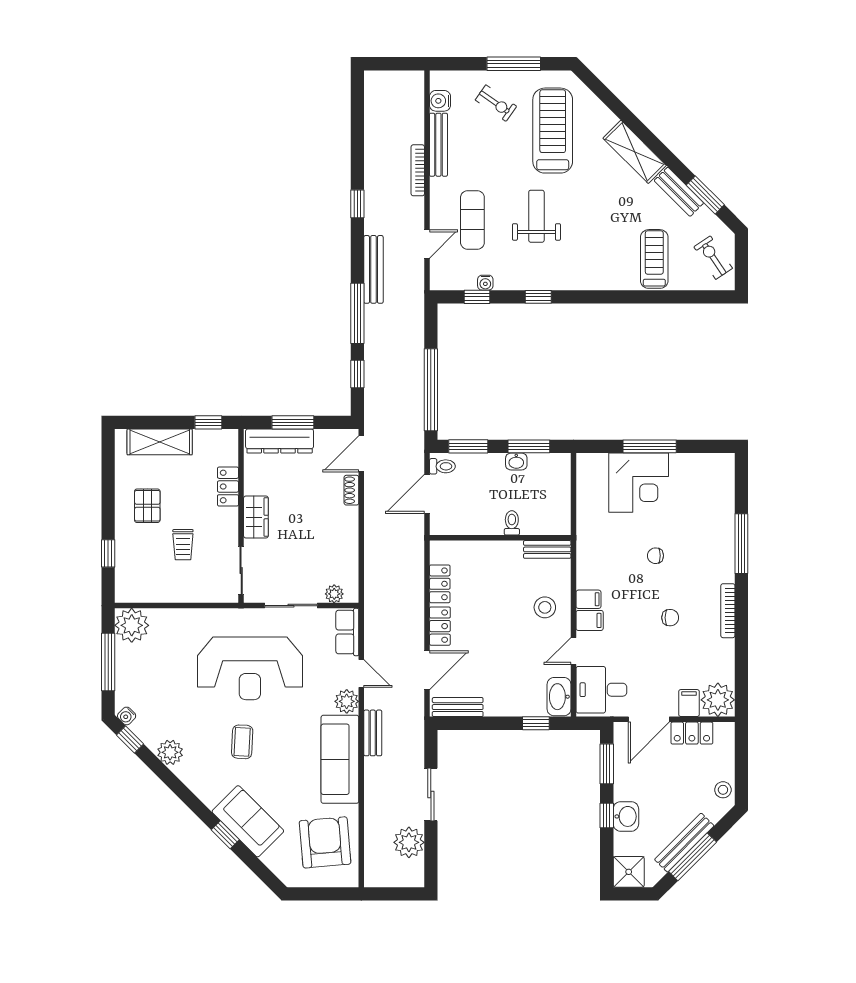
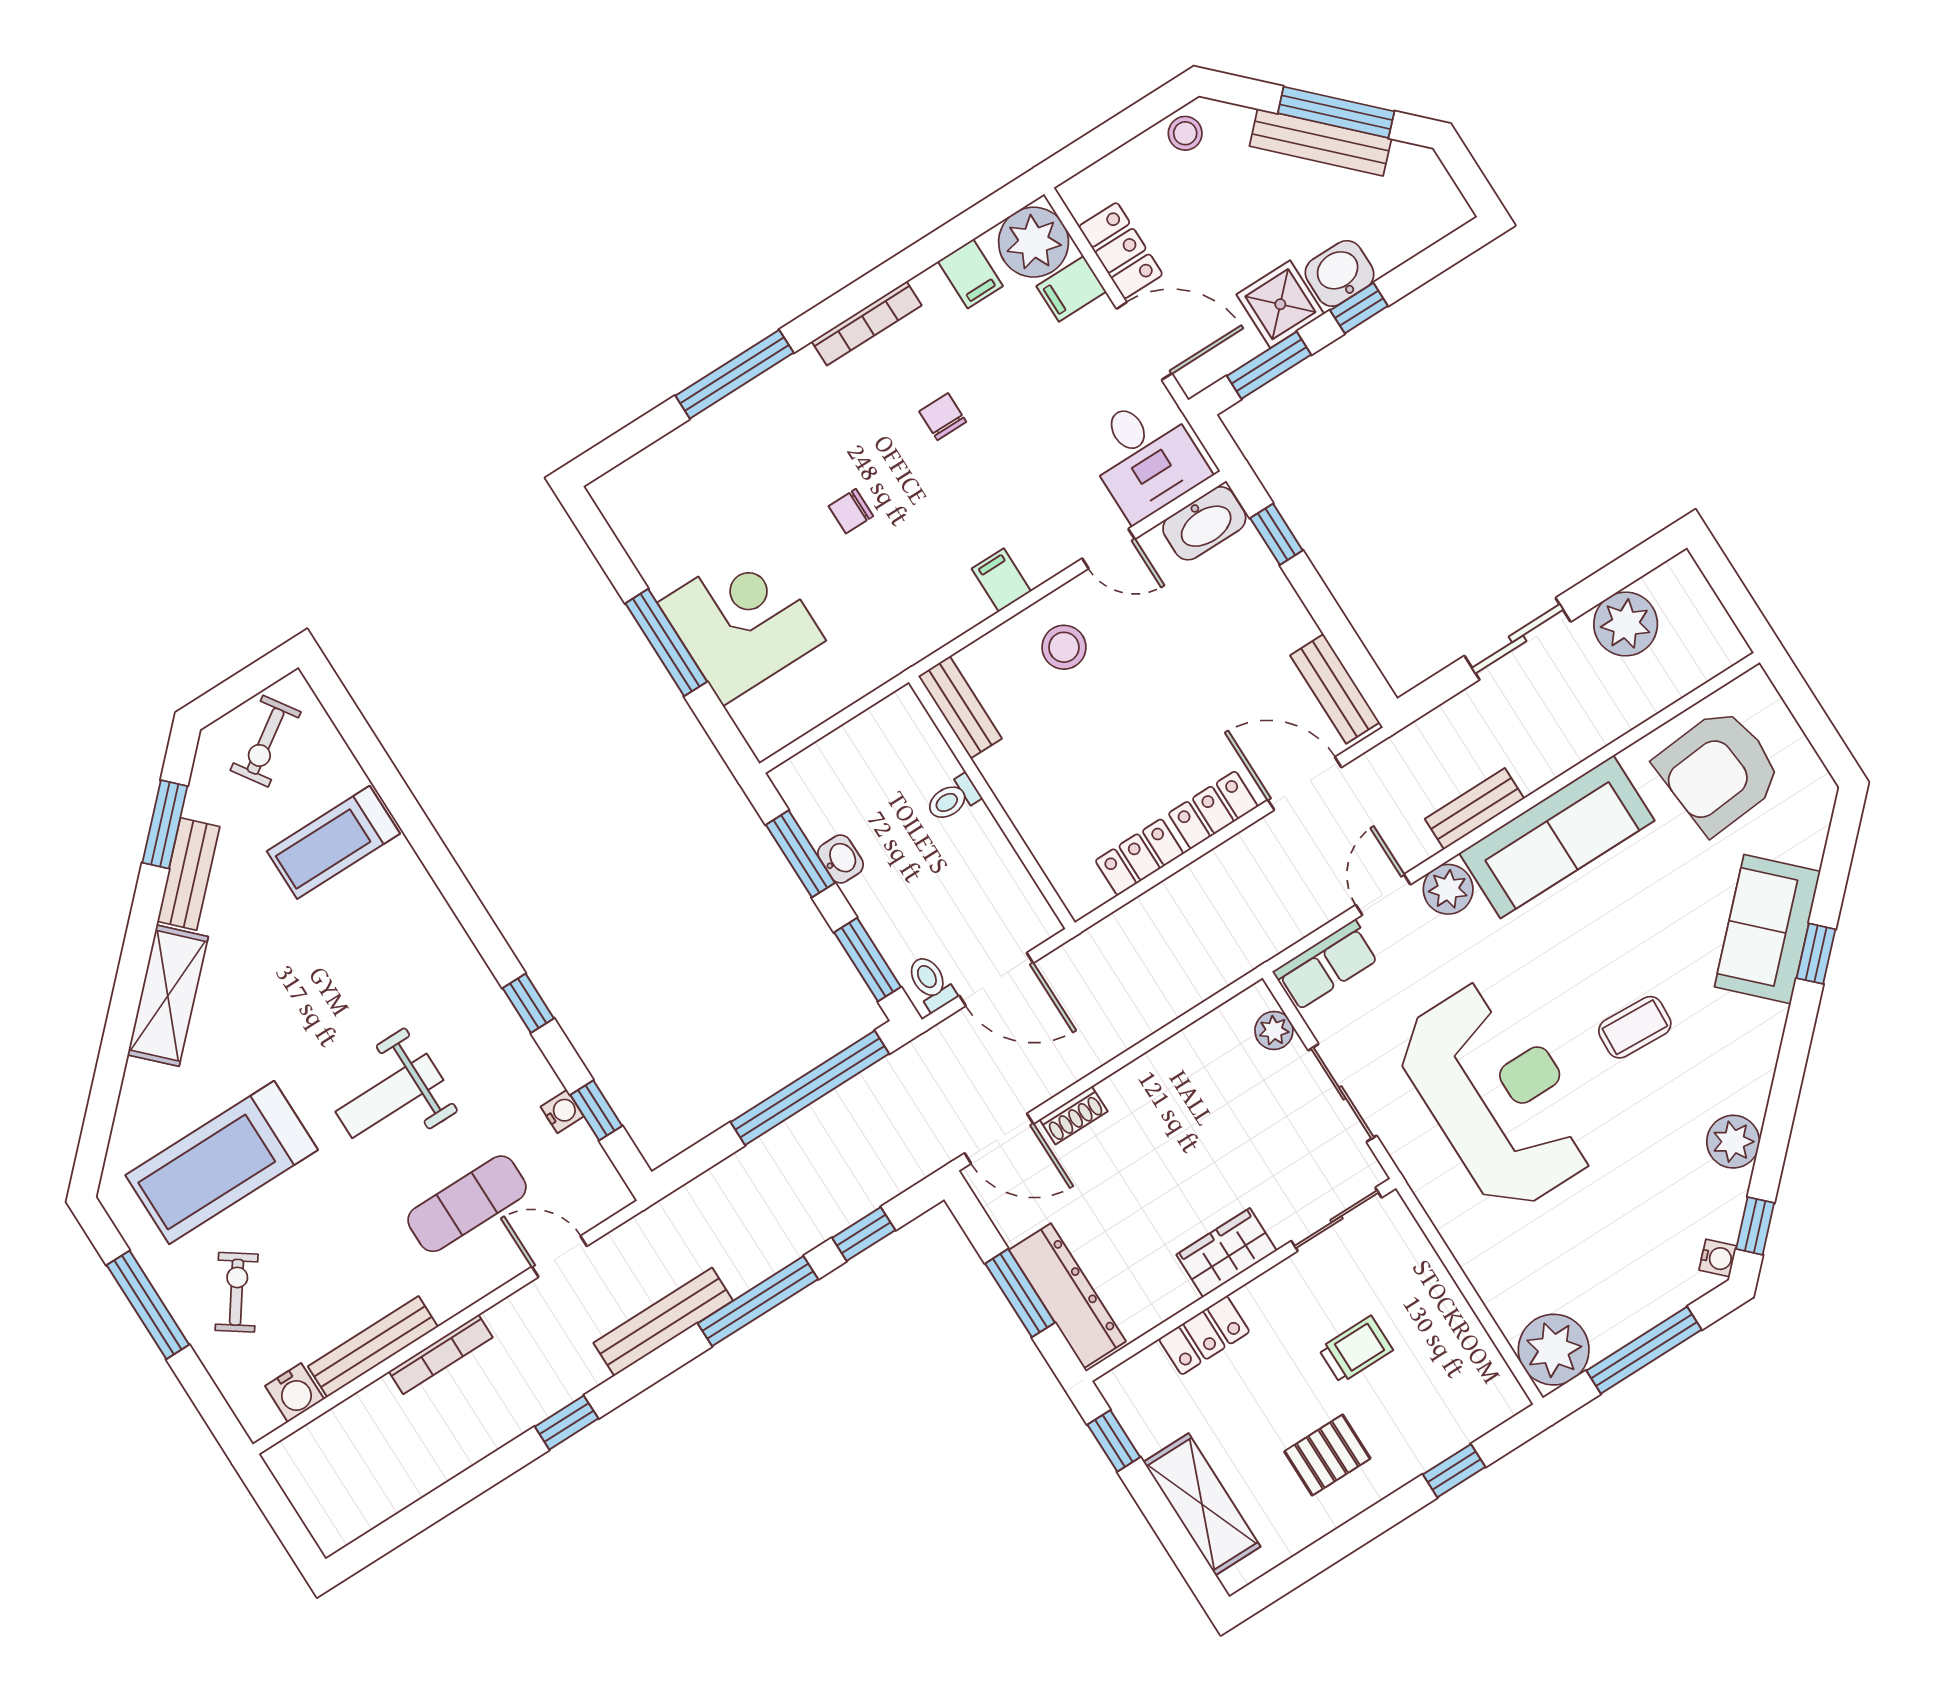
chair: (655, 556) -> (851, 511), turned 90
filing cabinet: (590, 620) -> (970, 274), moved, turned 180
shower: (629, 872) -> (1280, 304), moved

